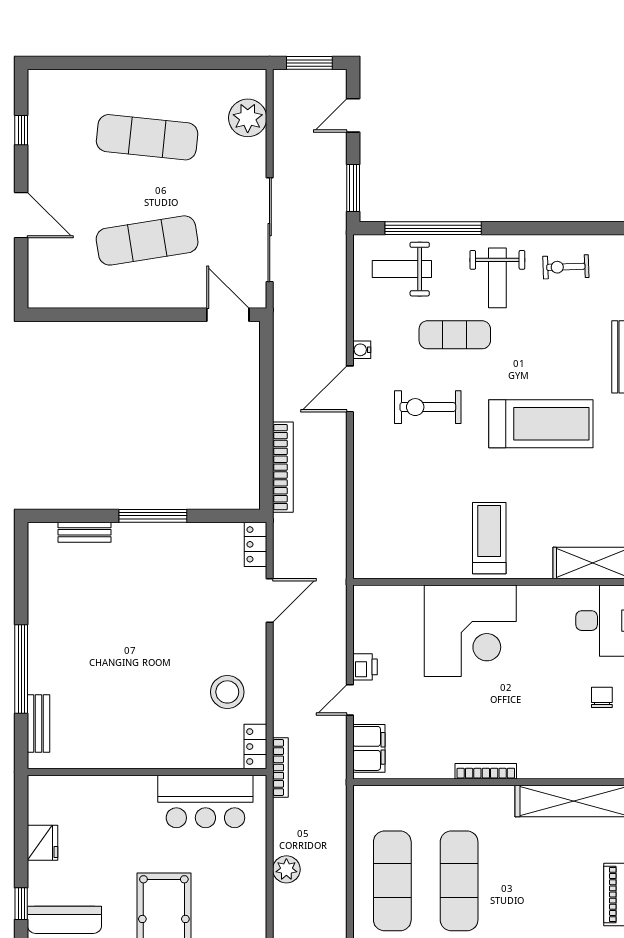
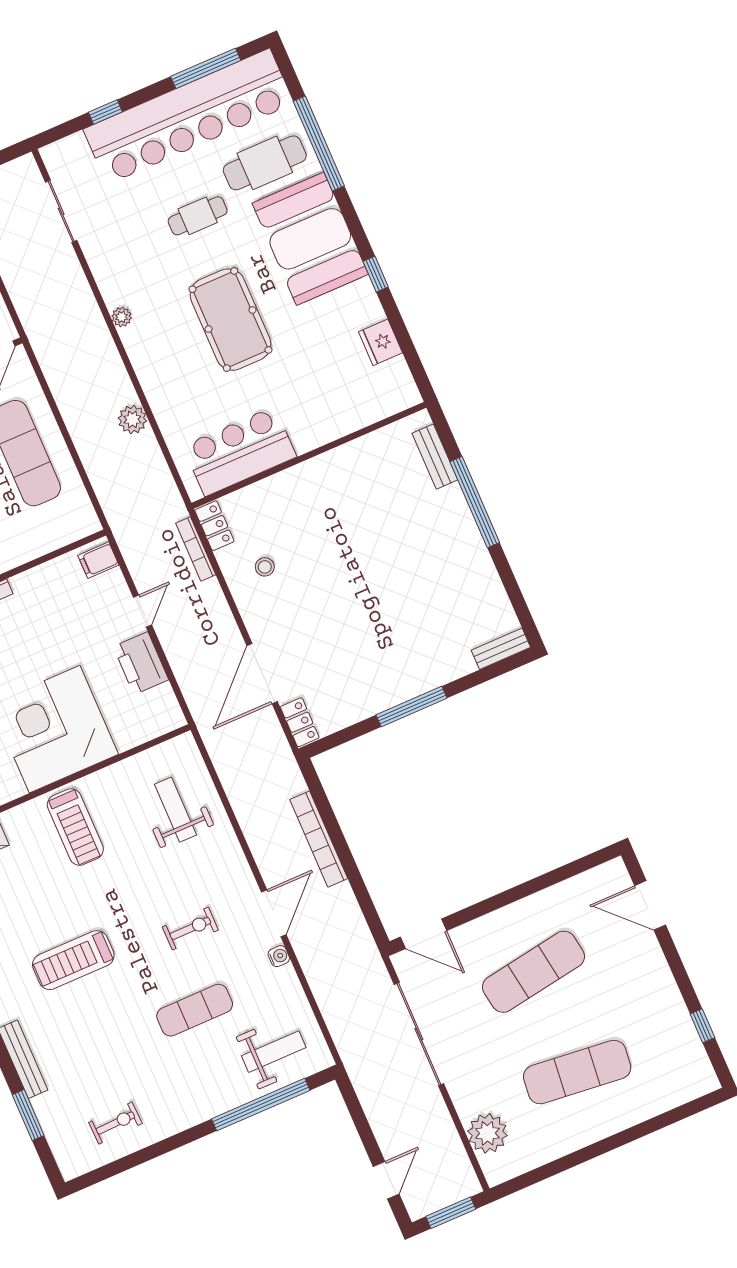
window: (353, 188) -> (356, 1110), removed
door: (21, 215) -> (650, 905), moved
weight bench: (497, 278) -> (176, 810), moved
exercise bike: (428, 407) -> (190, 928), width x0.73, depth x0.72
treadmill: (541, 424) -> (73, 960), width x0.73, depth x0.73
bookcase: (283, 467) -> (319, 839), moved
bench: (84, 532) -> (501, 649), moved
door: (270, 601) -> (262, 674), width x1.36
printer: (365, 667) -> (141, 663), width x1.87, depth x1.48
stool: (227, 692) -> (265, 567), width x0.53, depth x0.53
filing cabinet: (369, 748) -> (98, 560), width x0.50
bookcase: (280, 768) -> (196, 549), moved

